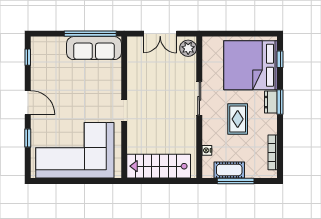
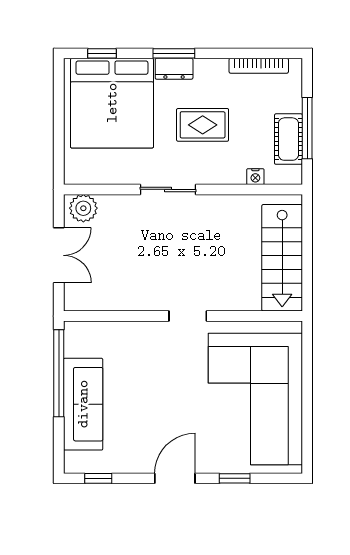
sofa: (94, 48) -> (83, 404), moved

